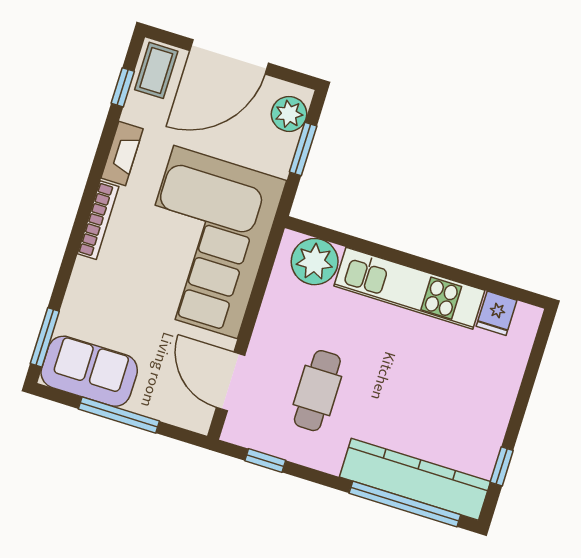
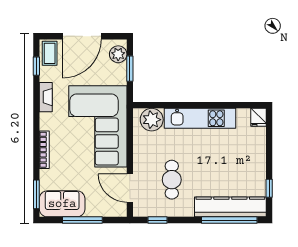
bookcase: (98, 220) -> (44, 150), moved
fridge: (497, 313) -> (258, 117), moved

